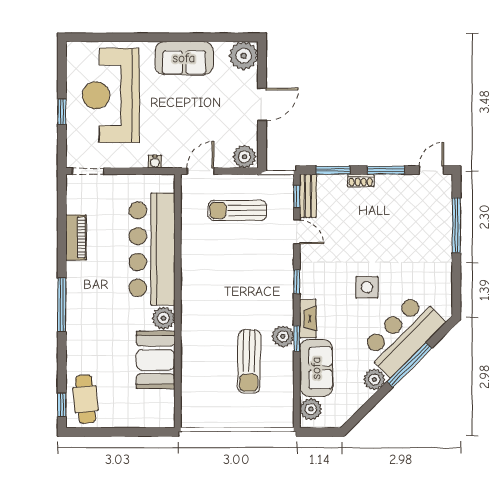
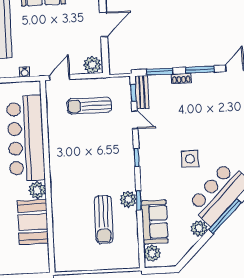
fireplace: (308, 319) -> (147, 185), removed

